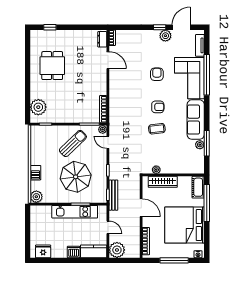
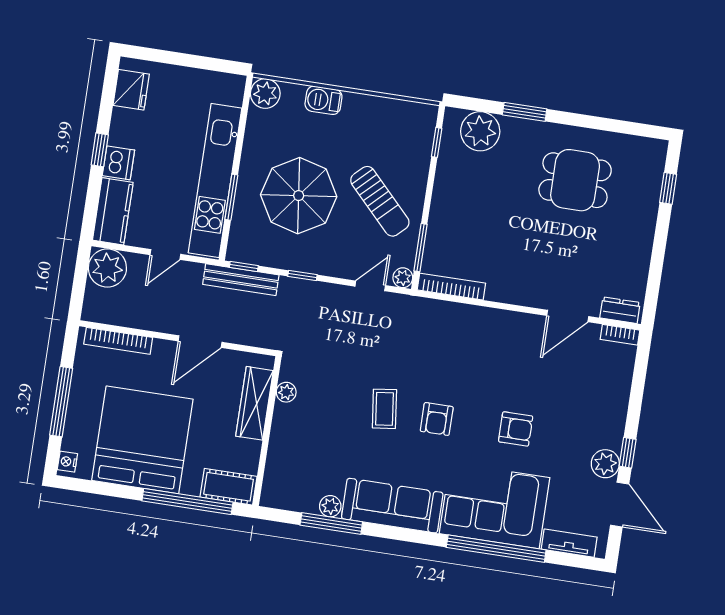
window: (28, 90) -> (525, 112), added
kitchen unit: (75, 212) -> (215, 180), width x1.36
window: (69, 260) -> (100, 150), added

